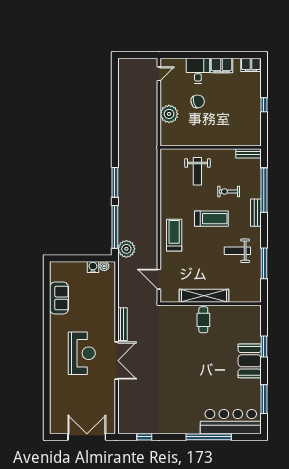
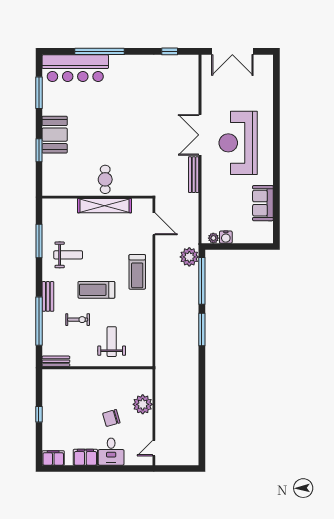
reception desk: (82, 353) -> (238, 143), width x1.36, depth x1.30

